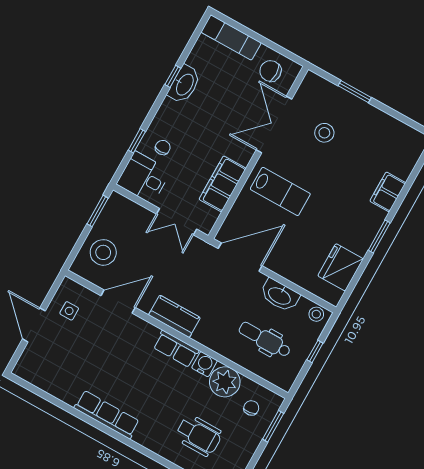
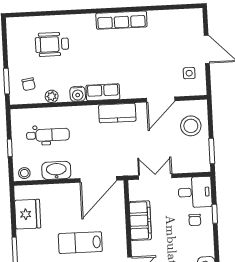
lab bench: (280, 191) -> (80, 243), moved
plant: (225, 382) -> (52, 96), width x0.53, depth x0.53

